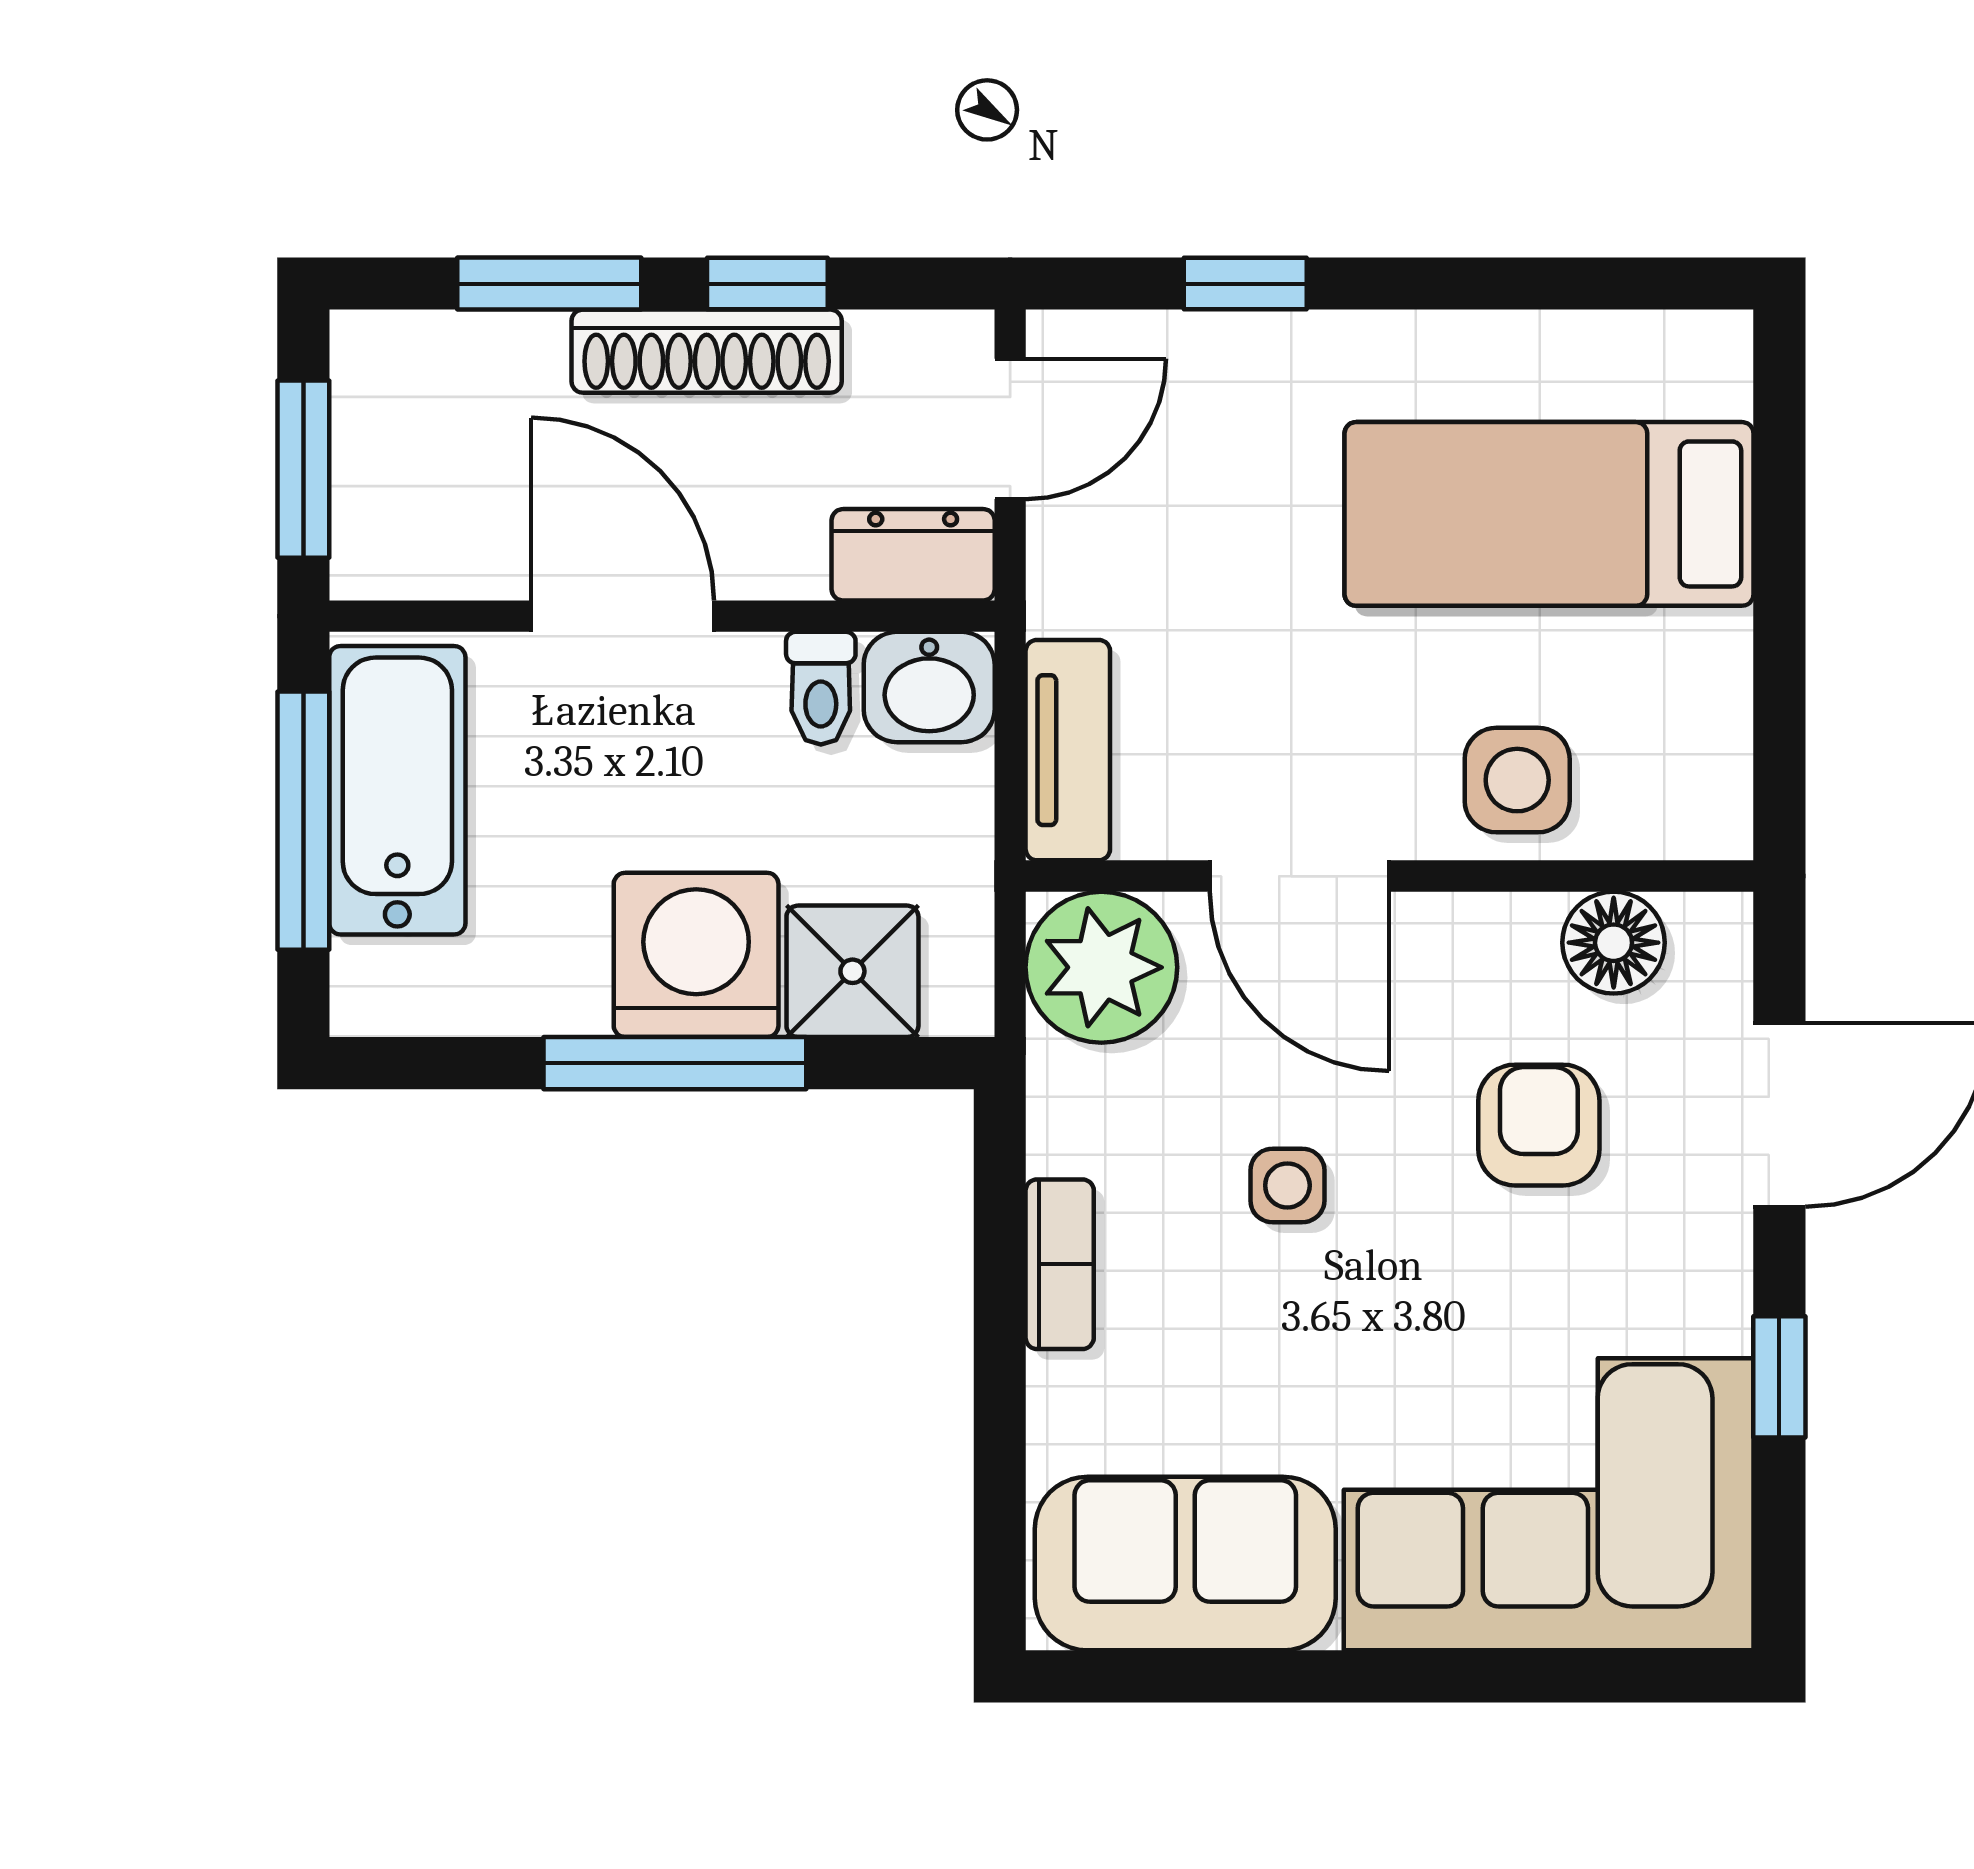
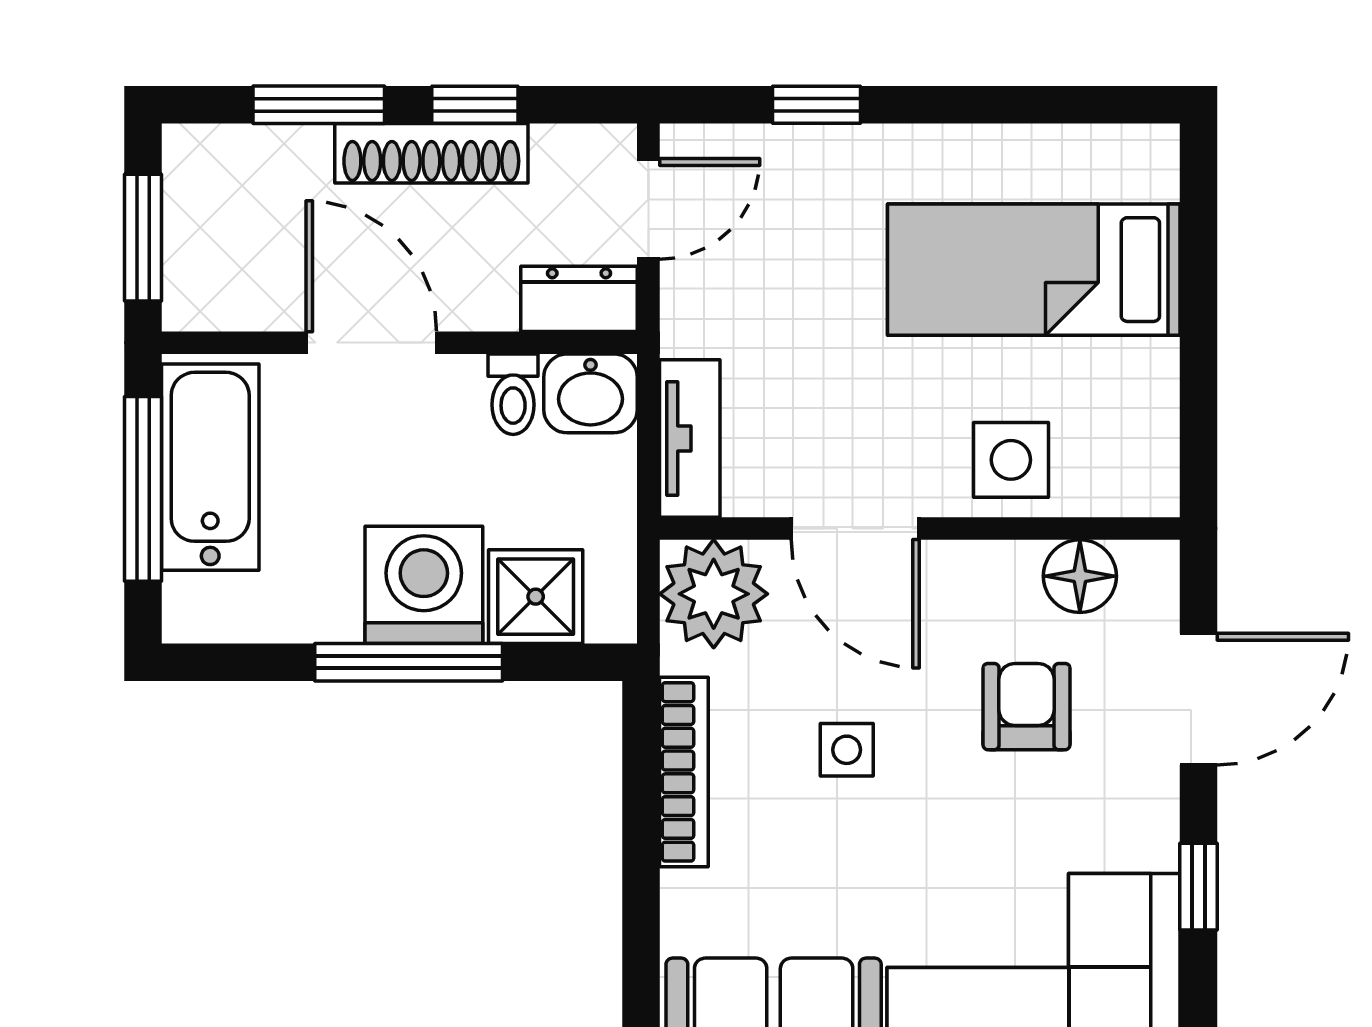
bookcase: (1060, 1264) -> (684, 772), width x1.56

